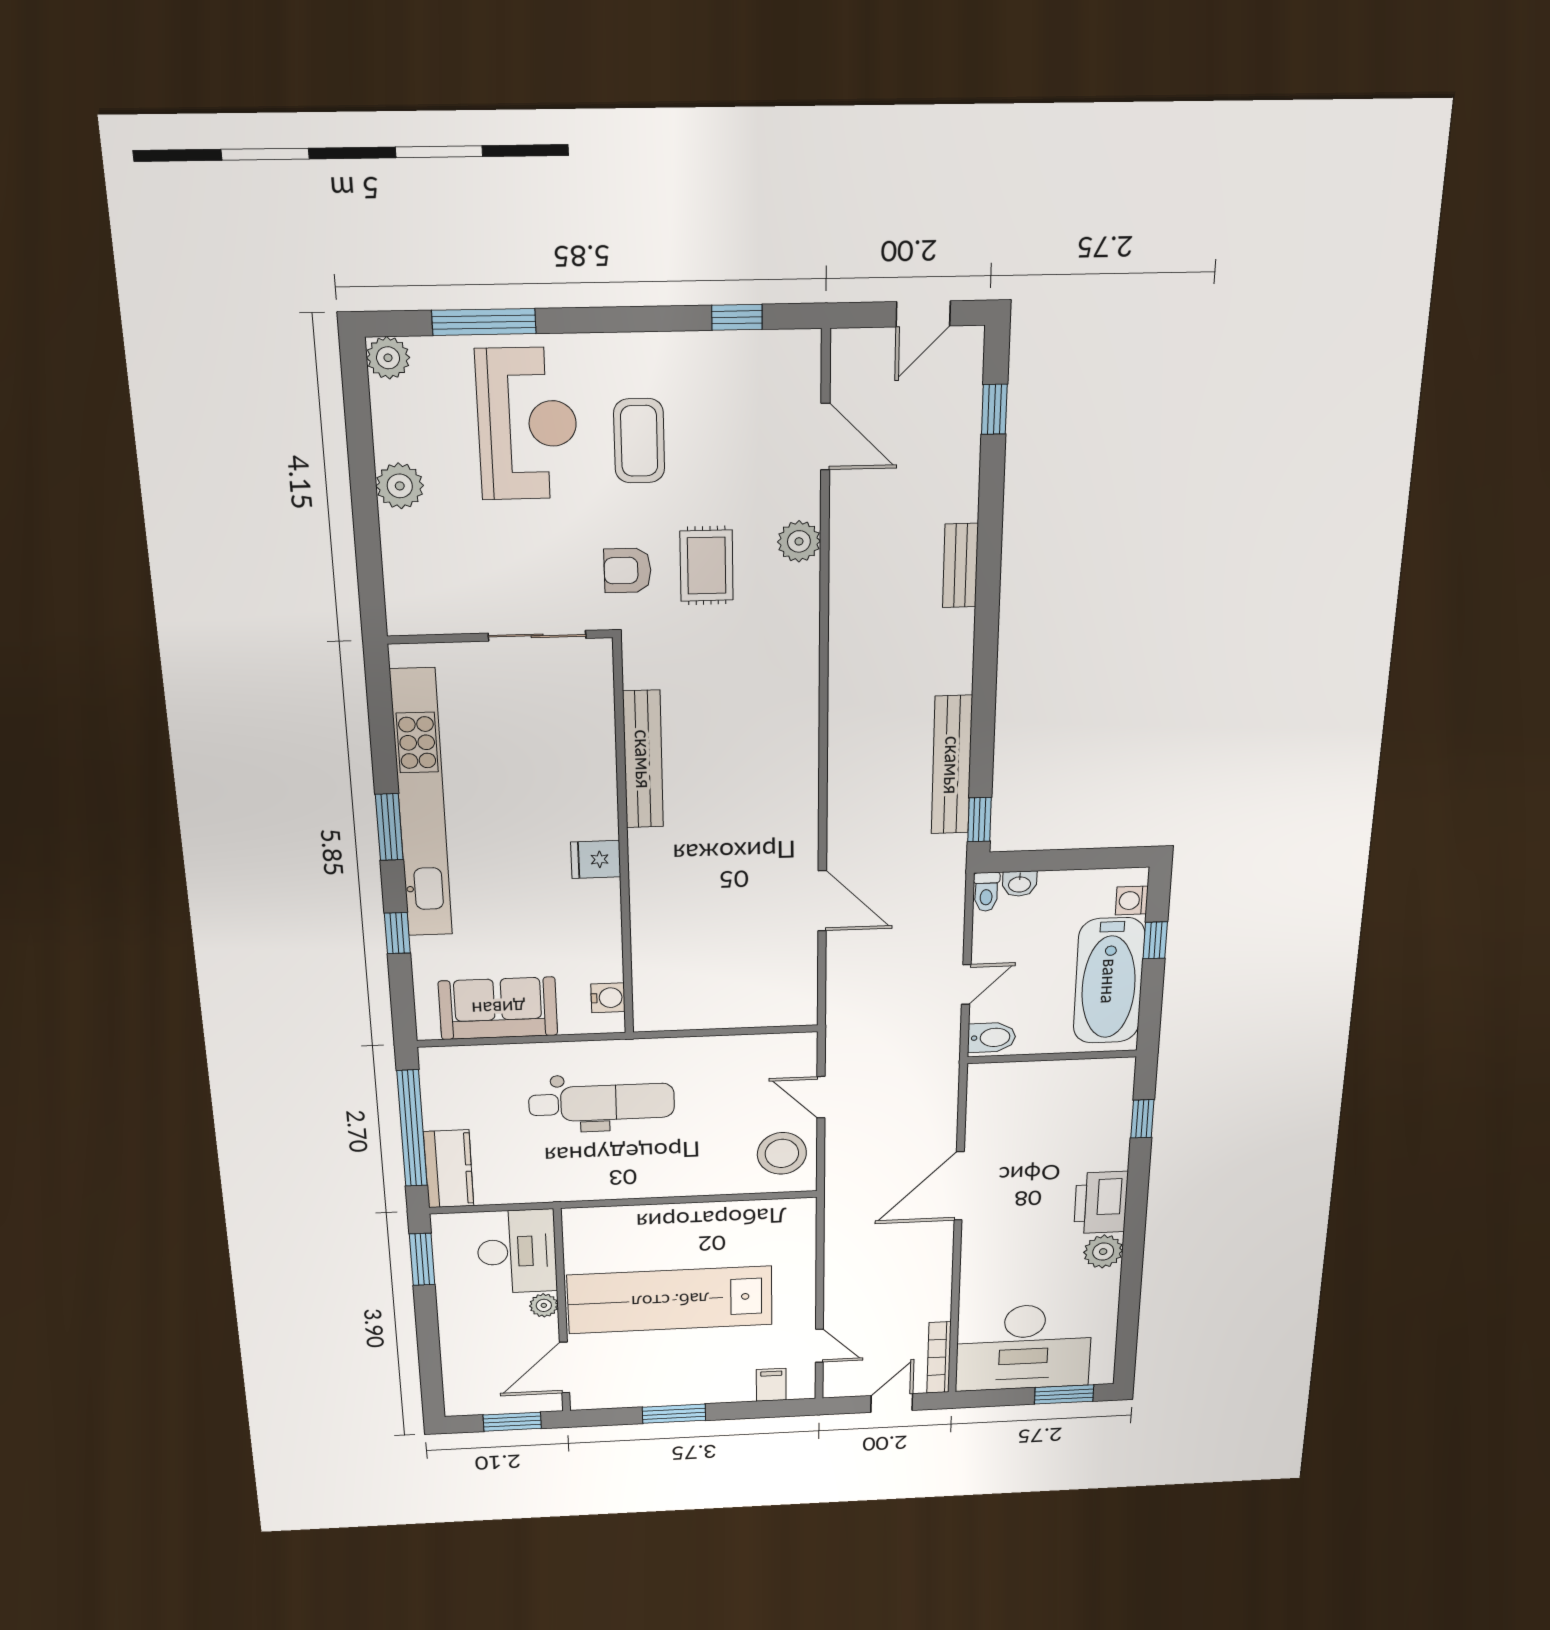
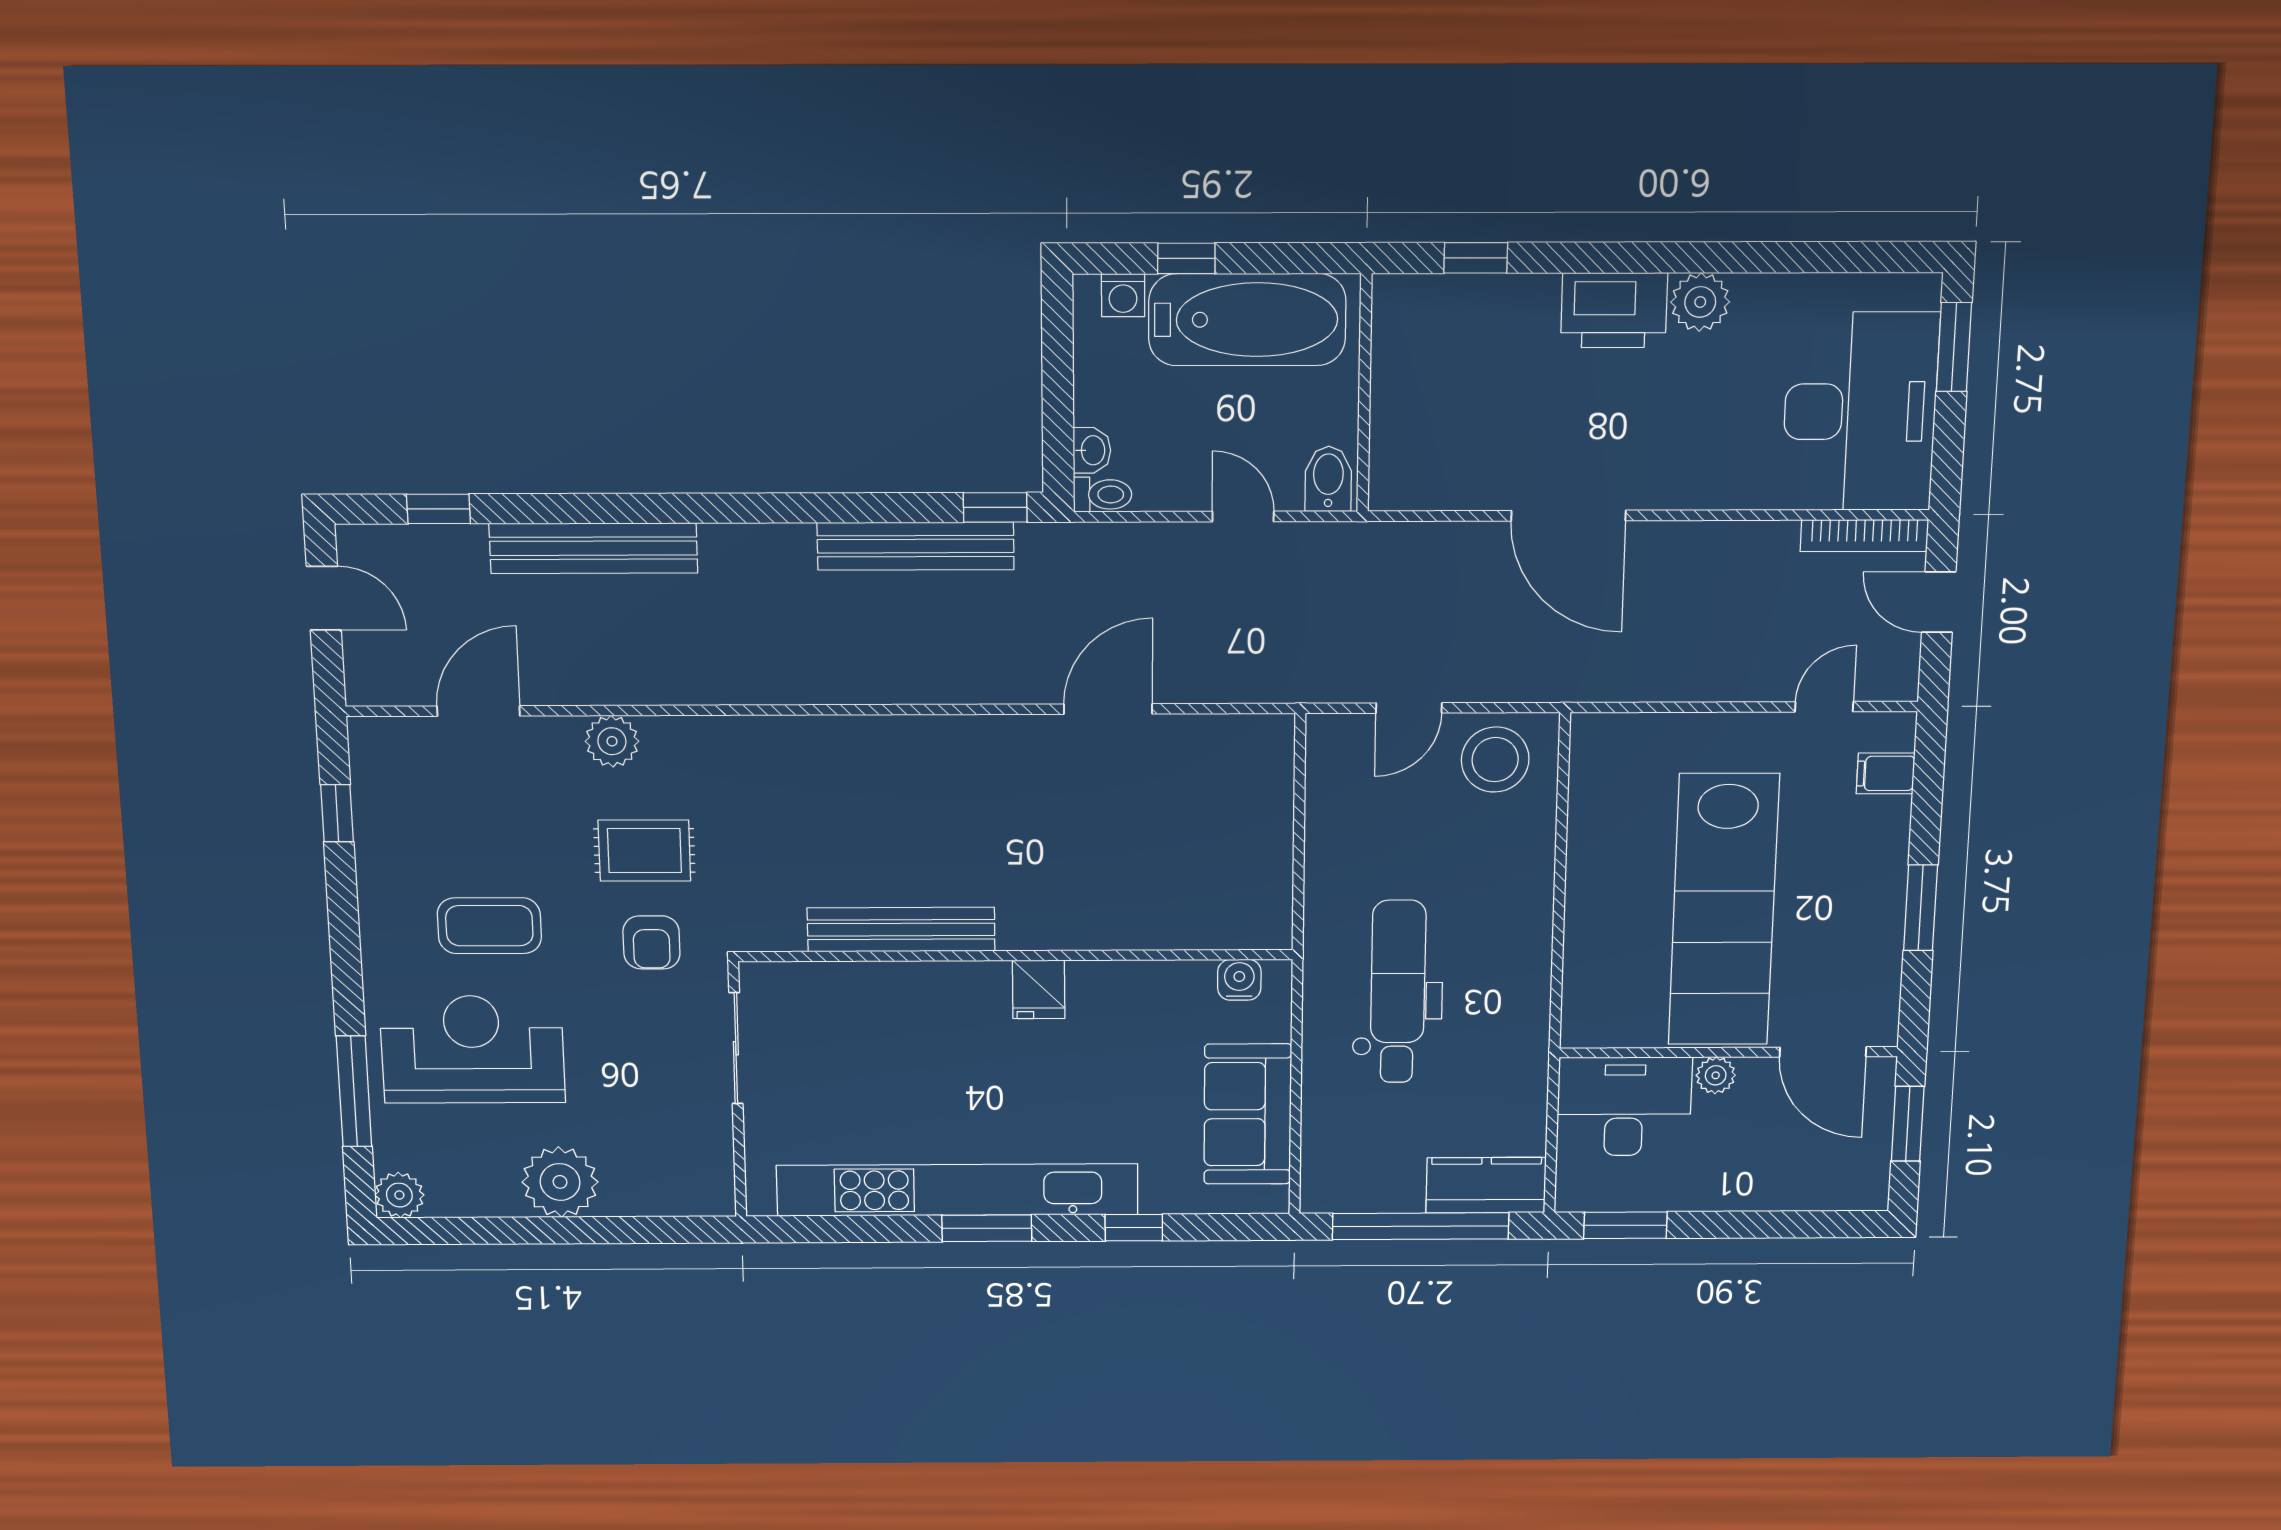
plant: (400, 486) -> (560, 1182), width x1.36, depth x1.36
bench: (960, 566) -> (593, 548), width x1.86, depth x1.21

